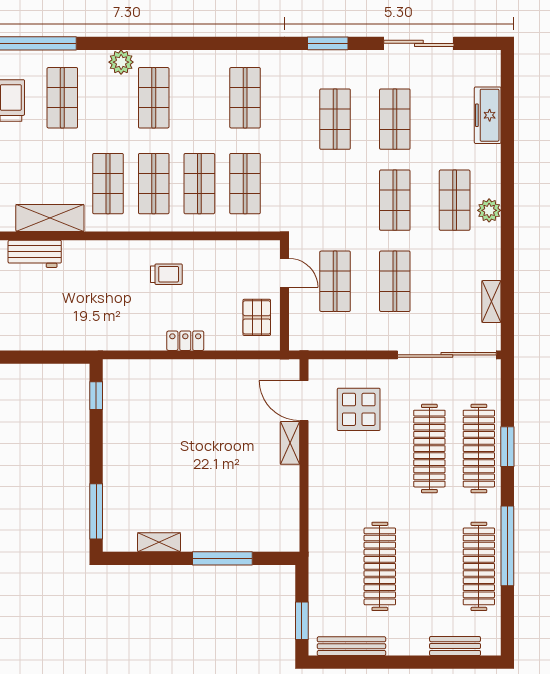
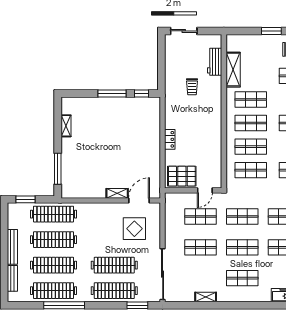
shop shelf: (335, 200) -> (242, 217), added
plant: (489, 210) -> (237, 296), removed
trolley: (166, 274) -> (192, 87), moved
shelving: (491, 302) -> (206, 297), moved
pallet: (257, 317) -> (182, 176), width x1.50, depth x1.42
window: (507, 447) -> (137, 305), moved
window: (96, 511) -> (112, 93), moved
window: (222, 558) -> (58, 169), moved
clothes rail: (330, 566) -> (54, 214), added
clothes rail: (429, 566) -> (54, 265), added
bench: (351, 646) -> (12, 247), moved

